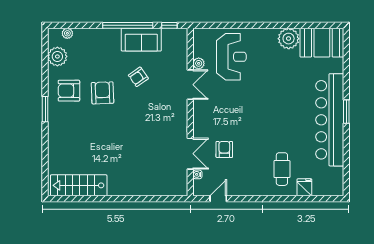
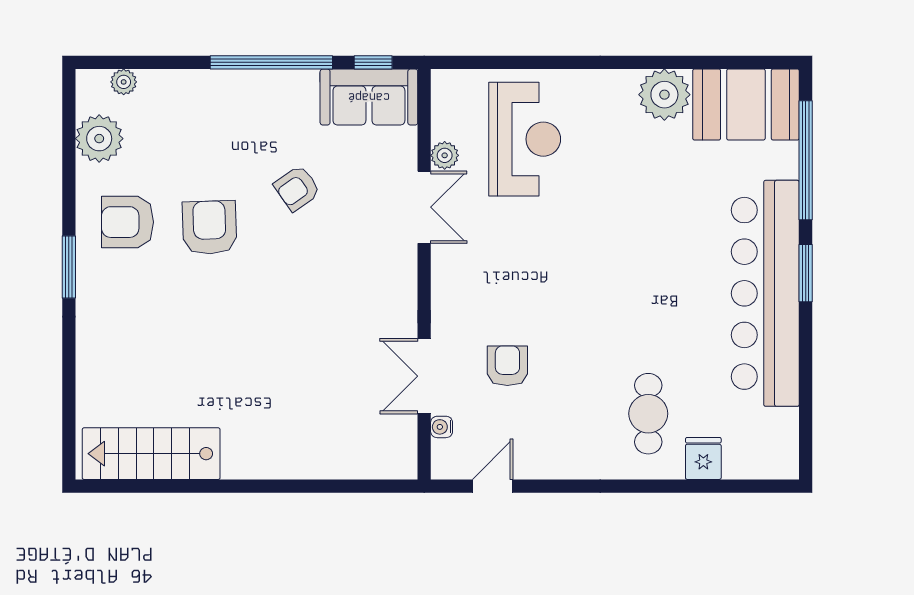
sofa: (141, 40) -> (369, 97), moved
window: (346, 65) -> (806, 160), added
double door: (190, 154) -> (424, 376), swing flipped

